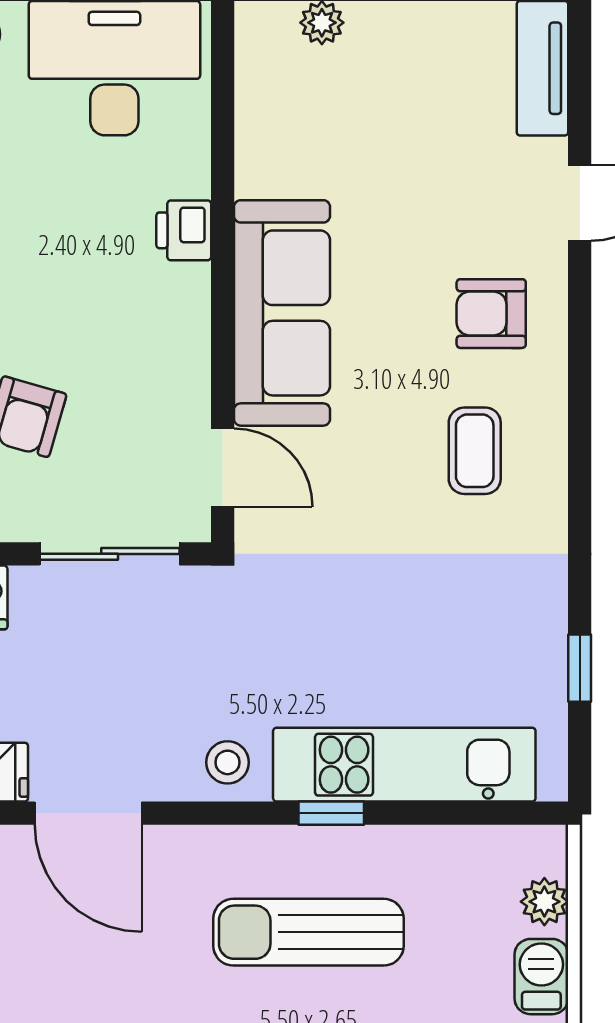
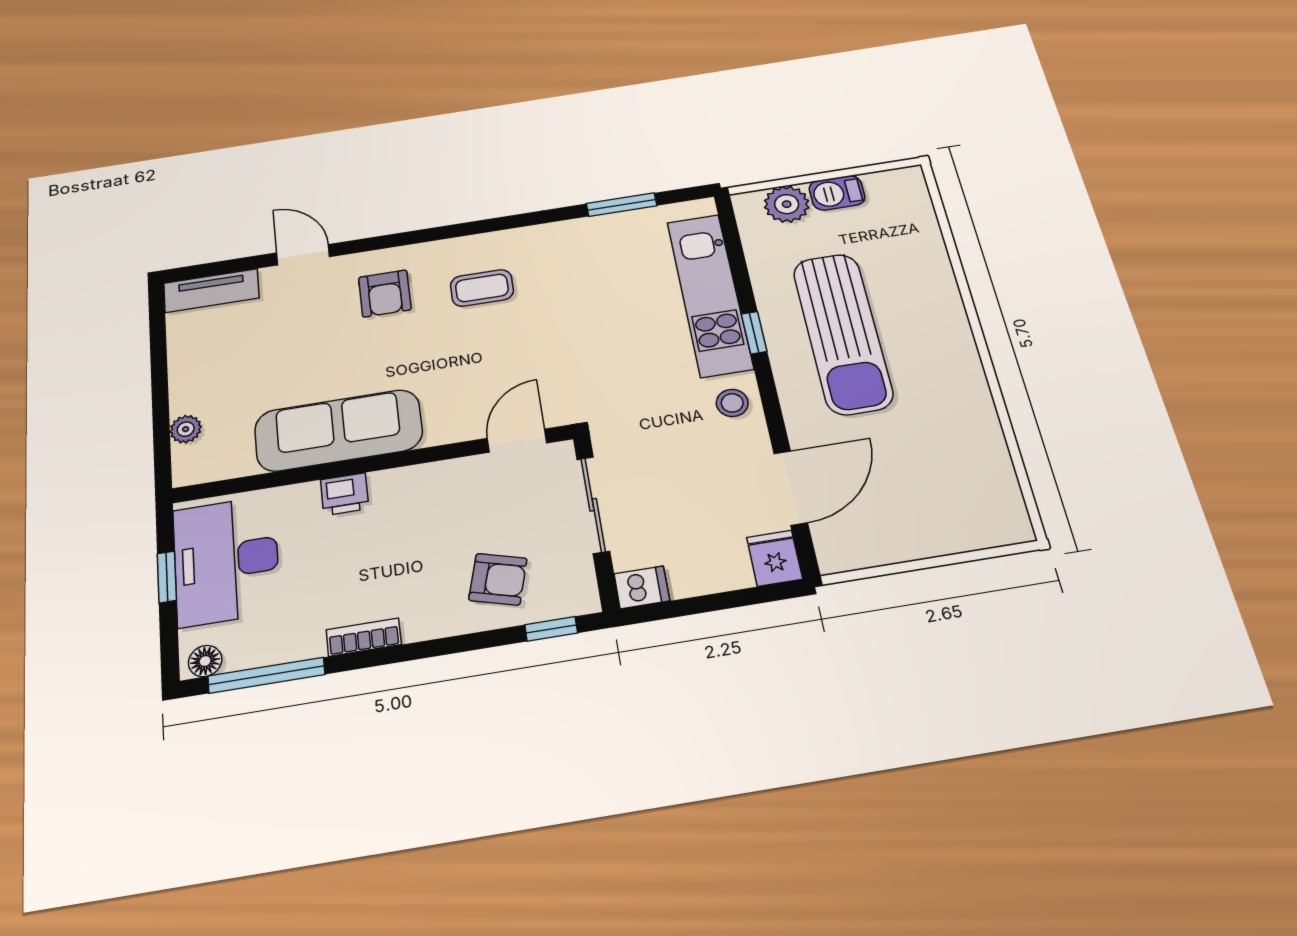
sofa: (282, 313) -> (338, 430), moved
window: (580, 668) -> (622, 205), width x1.50
plant: (544, 902) -> (787, 204), width x1.38, depth x1.38
sun lounger: (308, 932) -> (843, 333), width x1.36, depth x1.34

